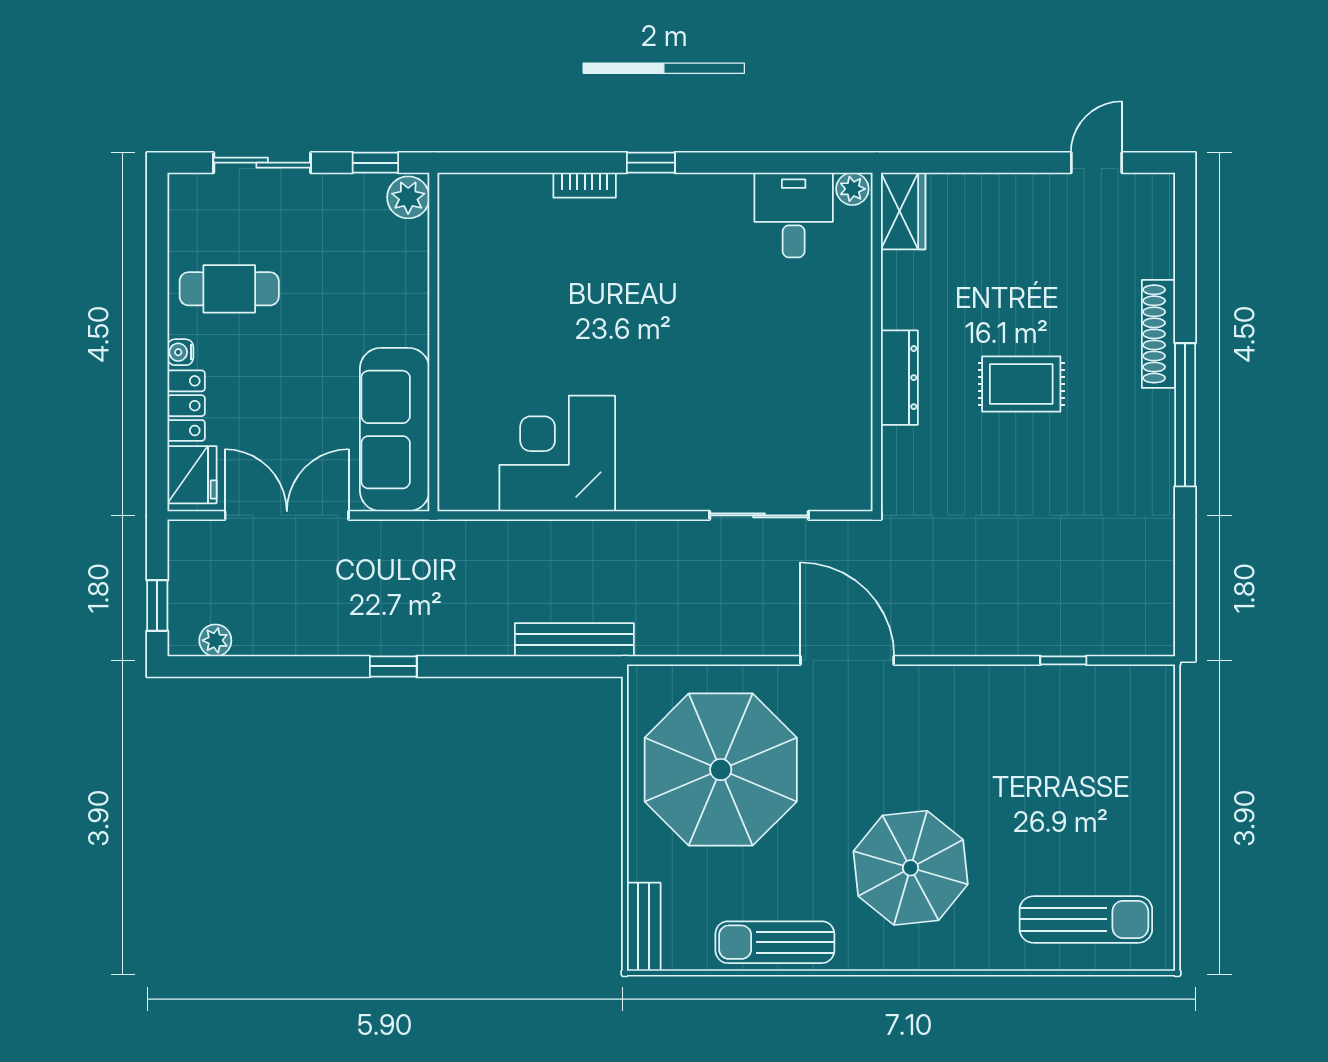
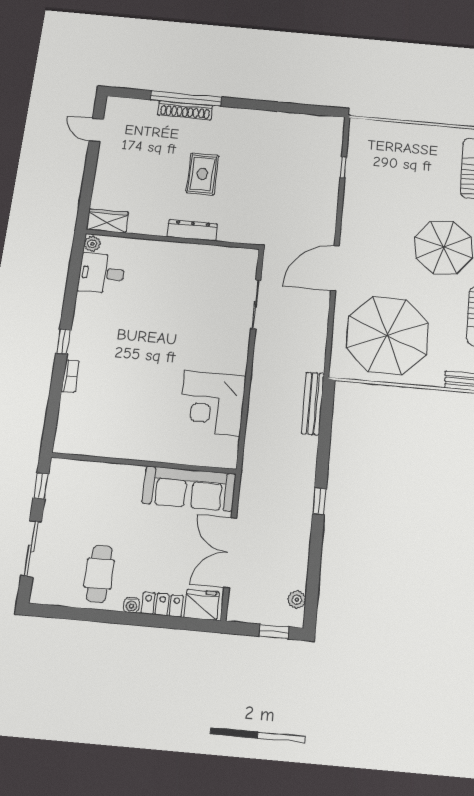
plant: (408, 197) -> (63, 470), removed
window: (1185, 415) -> (186, 98), moved

